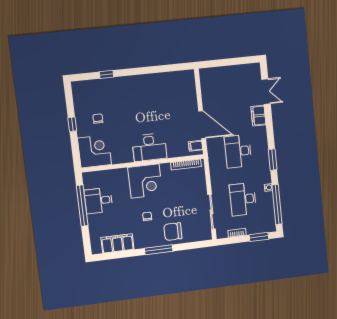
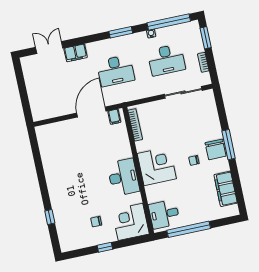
desk: (149, 147) -> (123, 177), moved
desk: (99, 201) -> (164, 214), moved, turned 90
chair: (173, 232) -> (216, 149), moved

